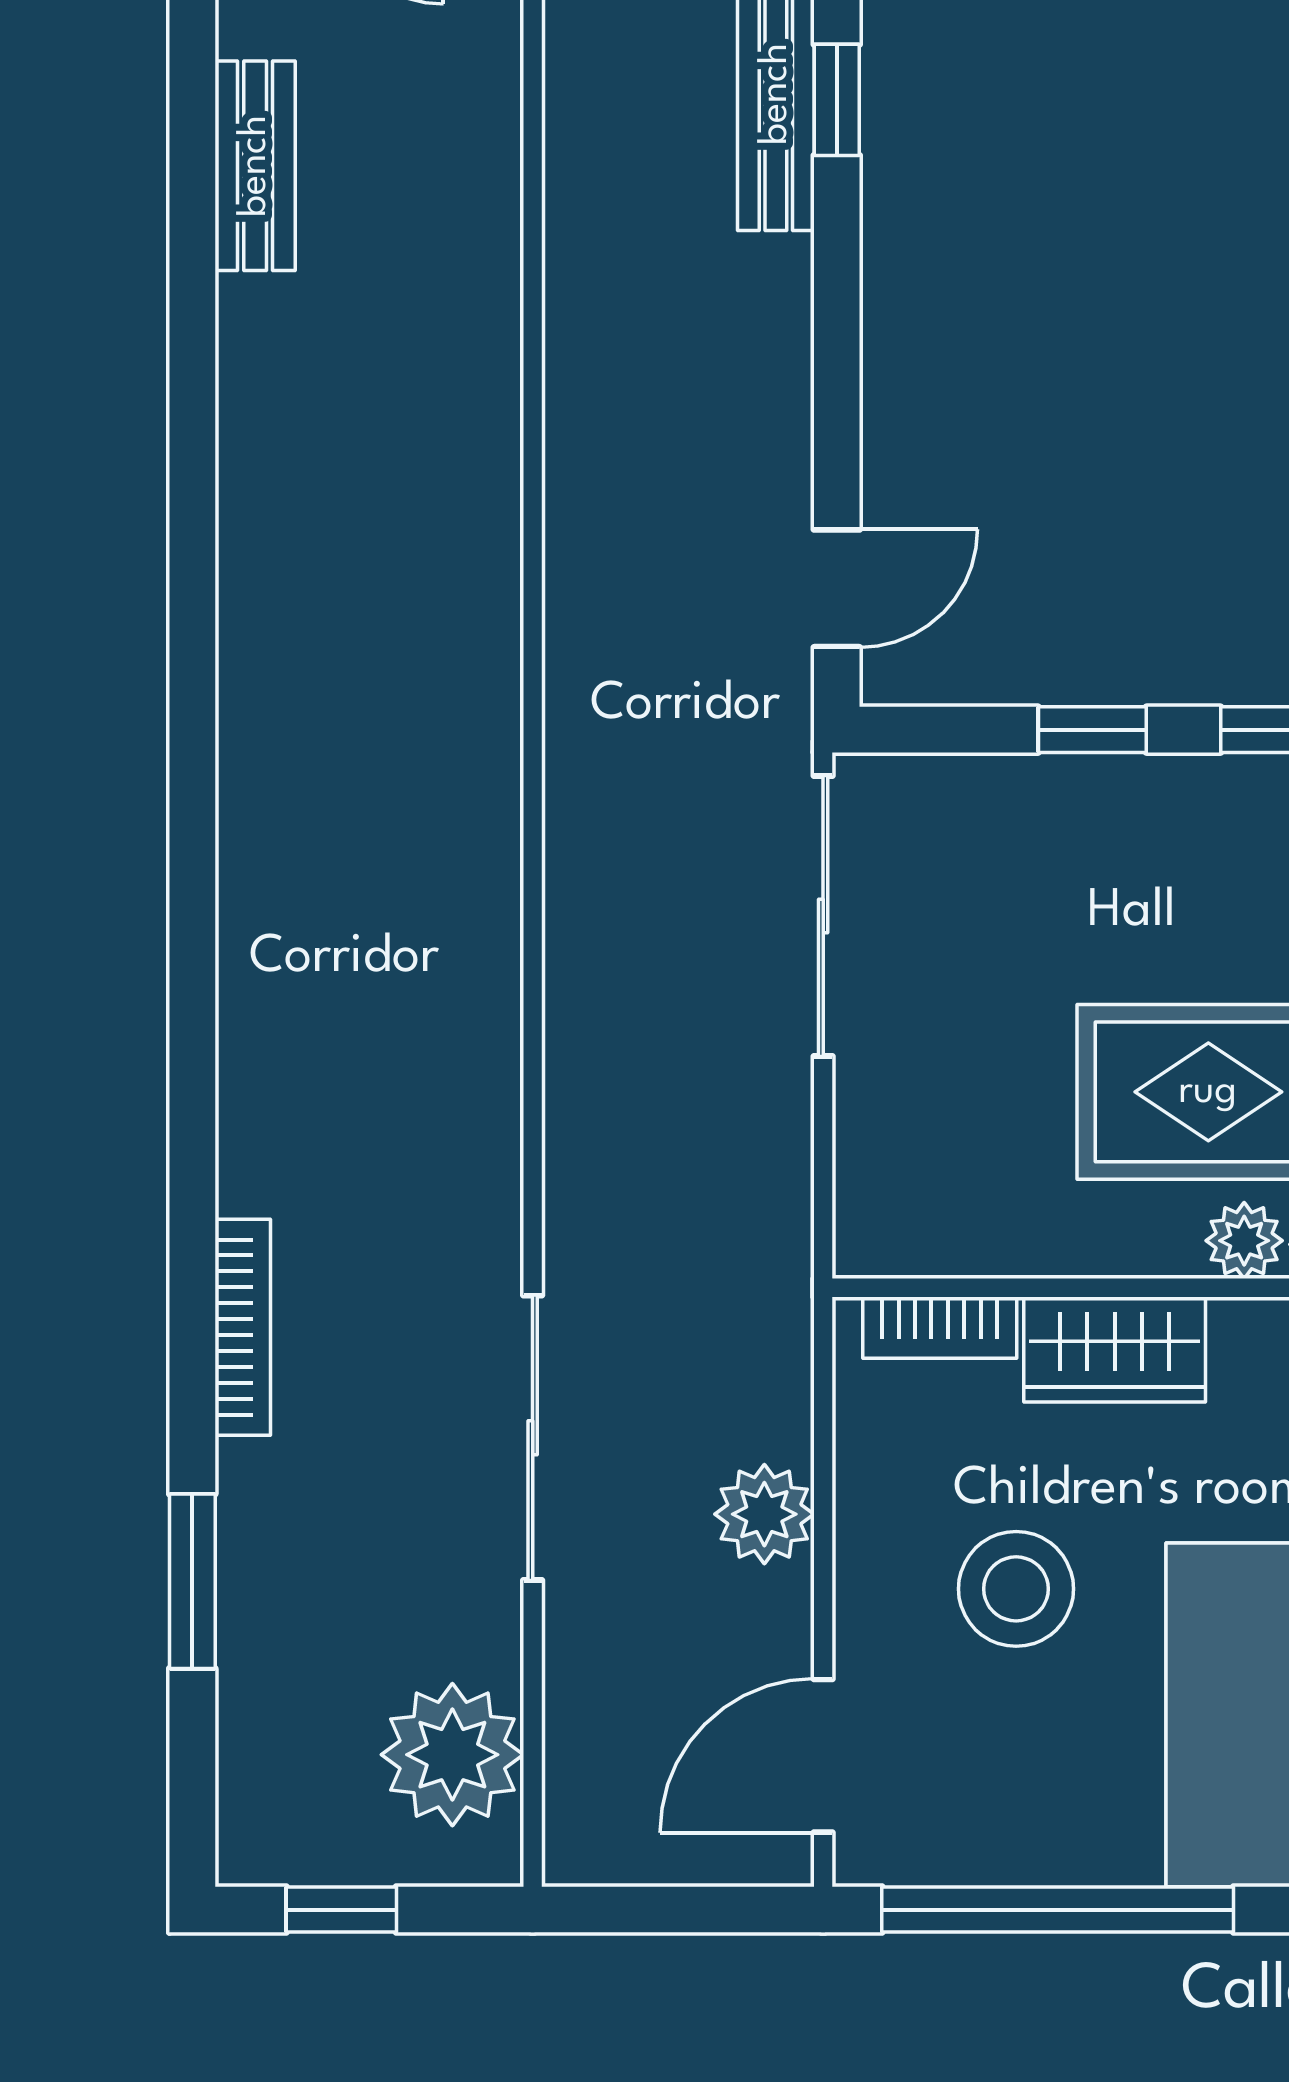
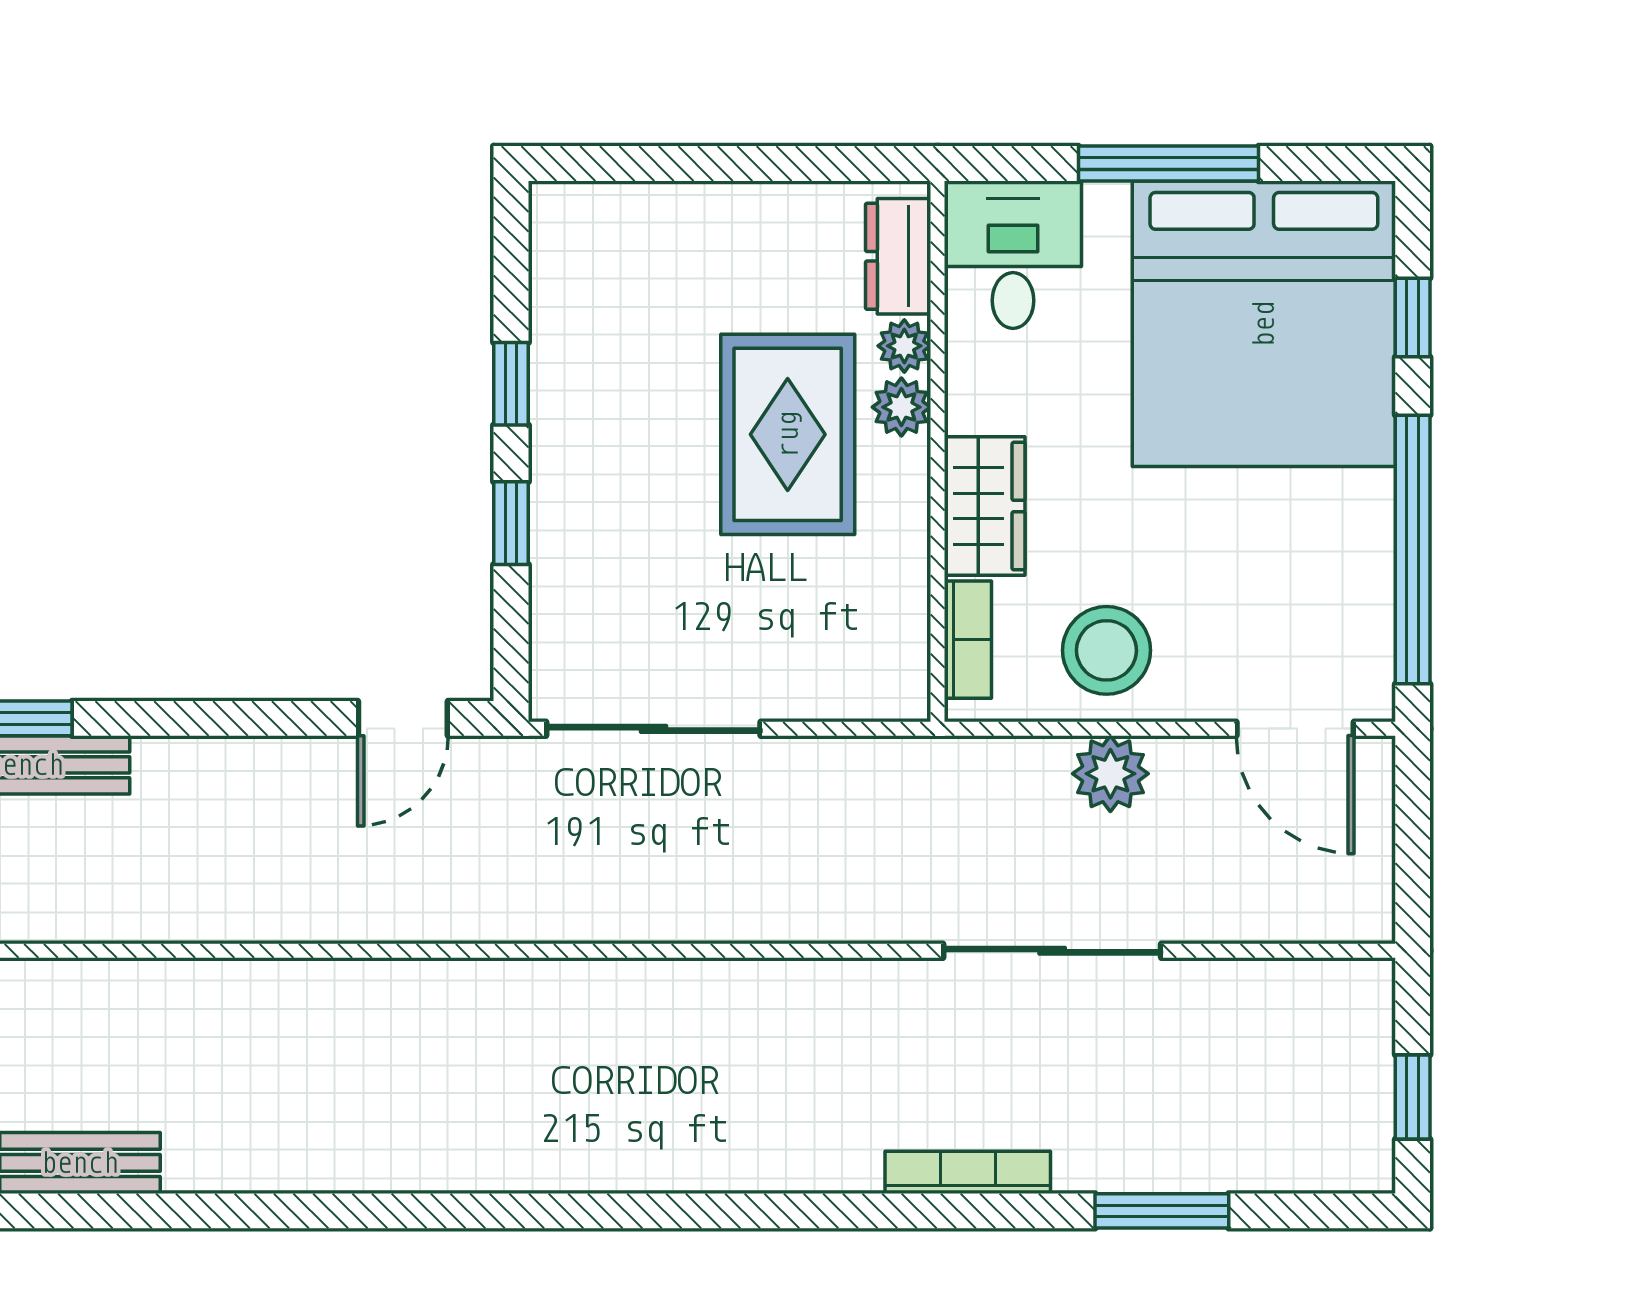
door: (837, 588) -> (403, 718), swing flipped
stool: (1016, 1589) -> (1106, 650), moved
plant: (452, 1755) -> (1294, 1012), removed

